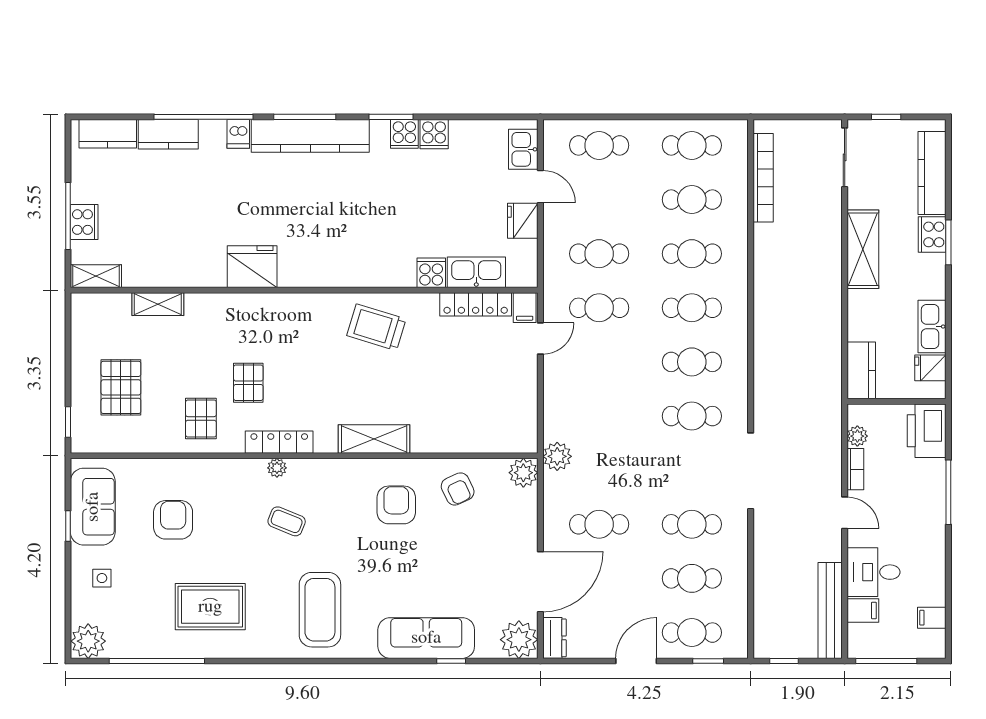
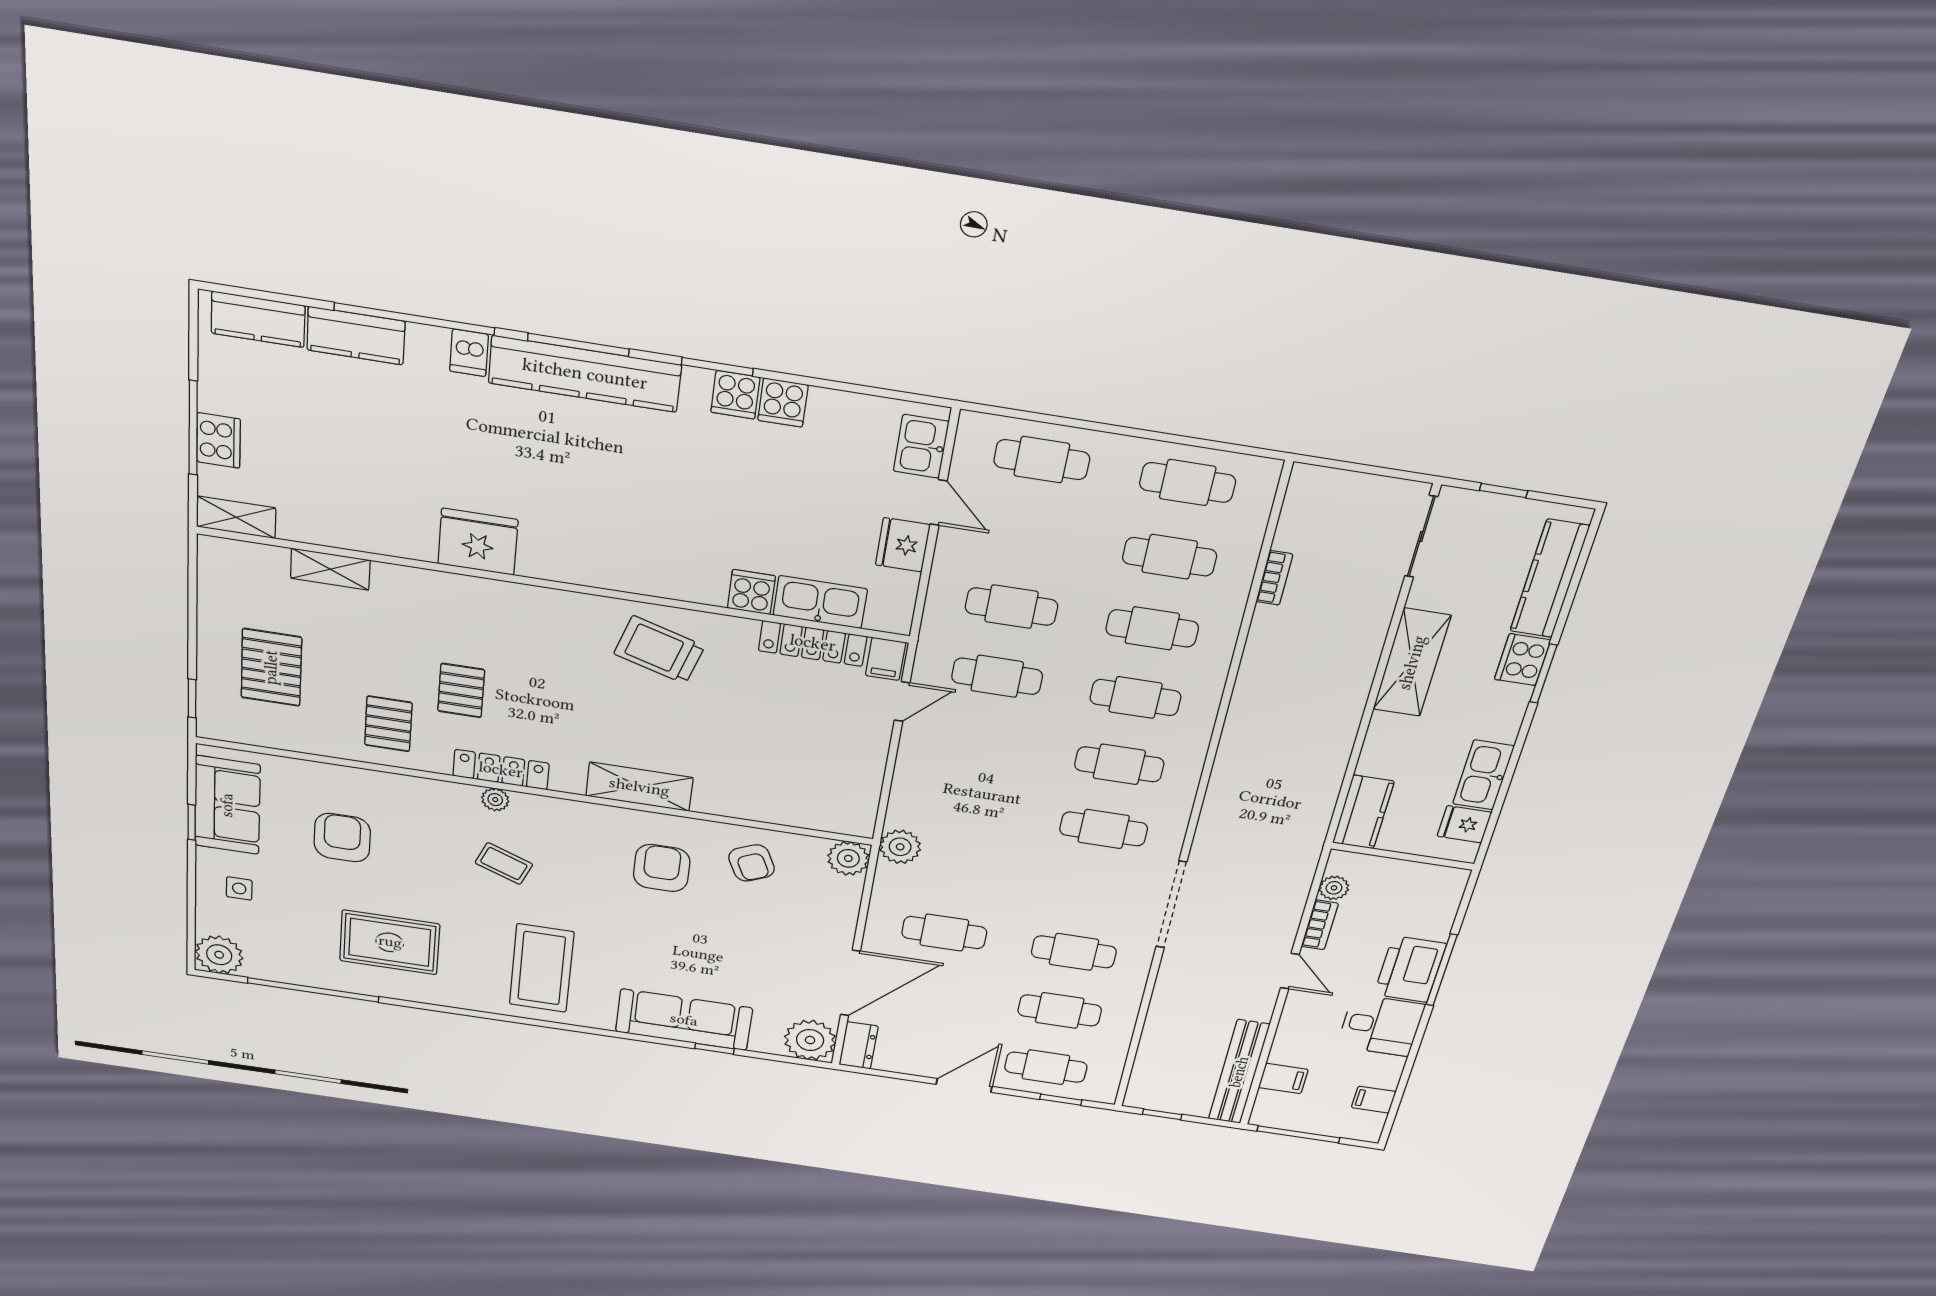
bookcase: (763, 178) -> (1274, 578), width x0.43, depth x0.76
printer: (927, 431) -> (1410, 969), moved
desk: (873, 572) -> (1381, 1025), moved, turned 180

